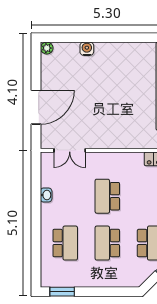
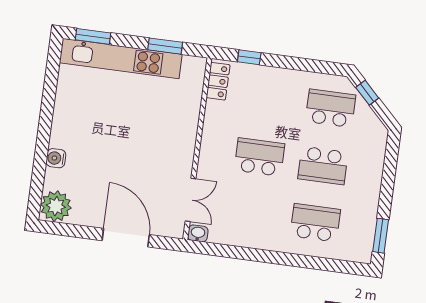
plant: (47, 48) -> (56, 206), width x1.87, depth x1.87
washbasin: (46, 195) -> (198, 233), moved
school desk: (107, 196) -> (259, 157), turned 180

